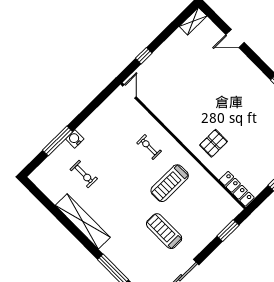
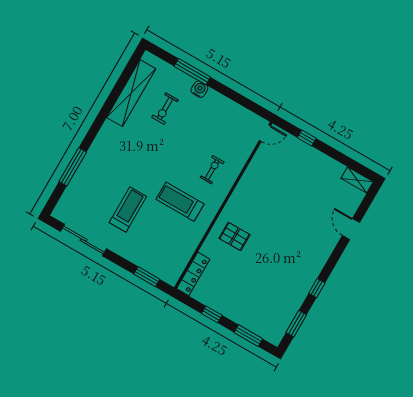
shelving: (83, 221) -> (131, 93), moved

